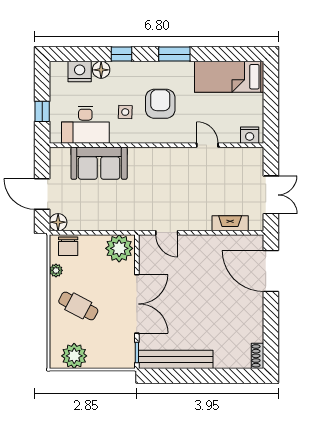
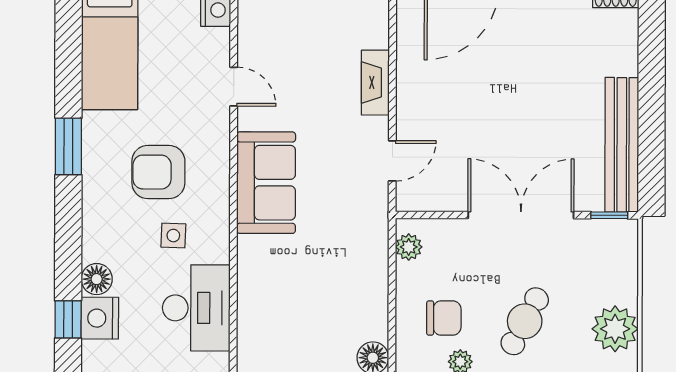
window: (122, 54) -> (68, 319), moved
door: (207, 145) -> (234, 87), swing flipped
sofa: (99, 163) -> (266, 183), moved
fireplace: (230, 223) -> (375, 83), moved
chair: (68, 246) -> (444, 318), moved
plant: (119, 248) -> (409, 247), width x0.53, depth x0.53

